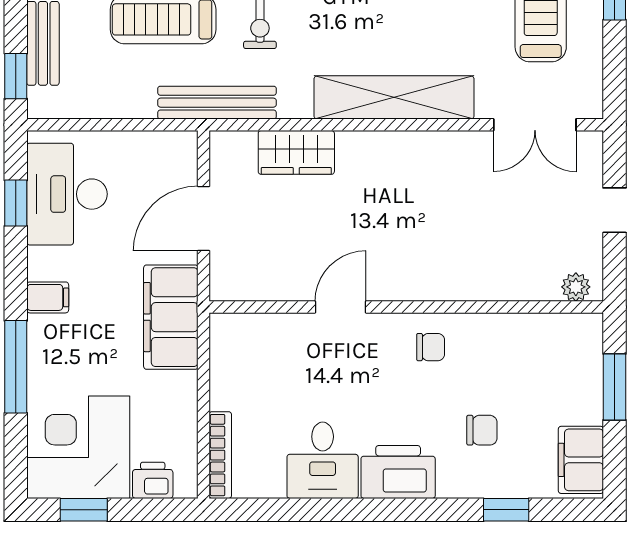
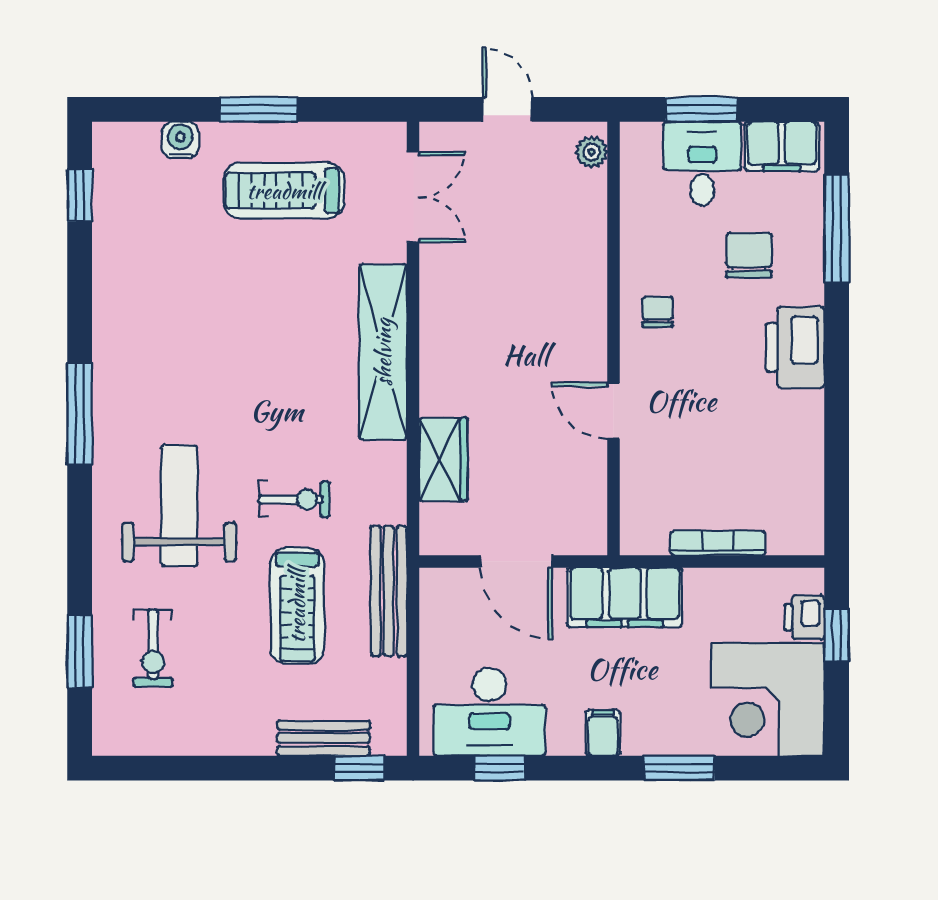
bench: (217, 103) -> (389, 591), moved
window: (16, 367) -> (679, 768), width x0.69
chair: (482, 430) -> (749, 255), width x1.37, depth x1.37
bookcase: (220, 455) -> (718, 543), moved
desk: (323, 460) -> (702, 164), moved, turned -90
window: (84, 510) -> (837, 635), moved
window: (506, 510) -> (837, 229), width x2.17

